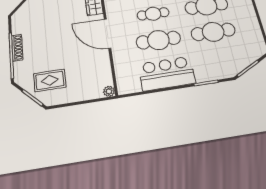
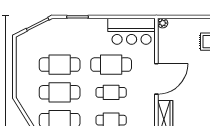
door: (107, 34) -> (156, 79), hinge flipped
bar counter: (167, 73) -> (132, 31), moved

